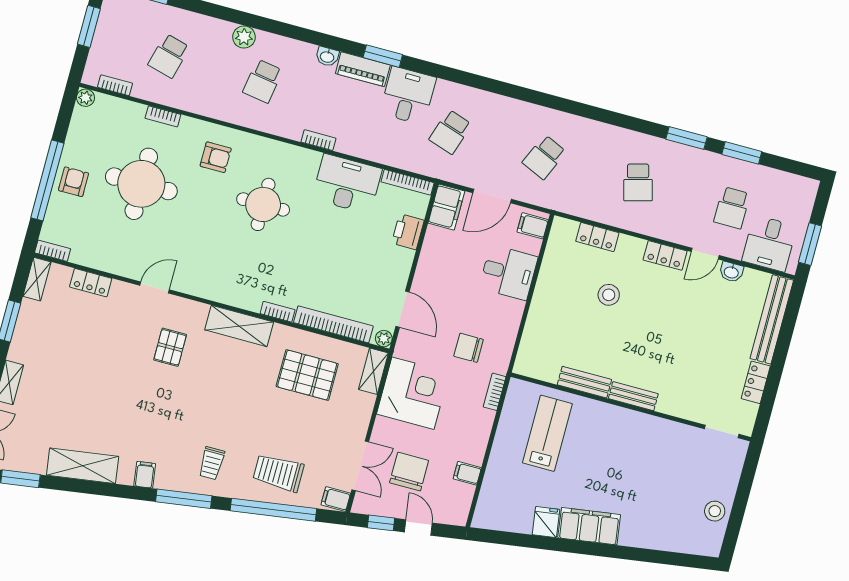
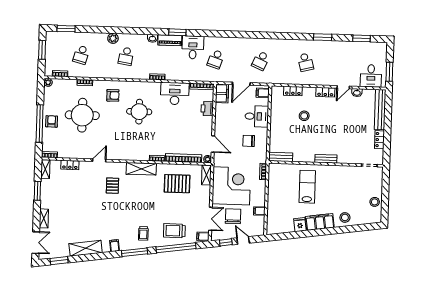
window: (742, 153) -> (361, 38), moved
school desk: (732, 208) -> (350, 64), removed
chair: (469, 348) -> (249, 141), moved
bench: (584, 382) -> (281, 157), moved
corner desk: (413, 393) -> (231, 186), width x1.36, depth x1.36
lab bench: (547, 433) -> (307, 187), moved
stool: (644, 529) -> (345, 217), added

